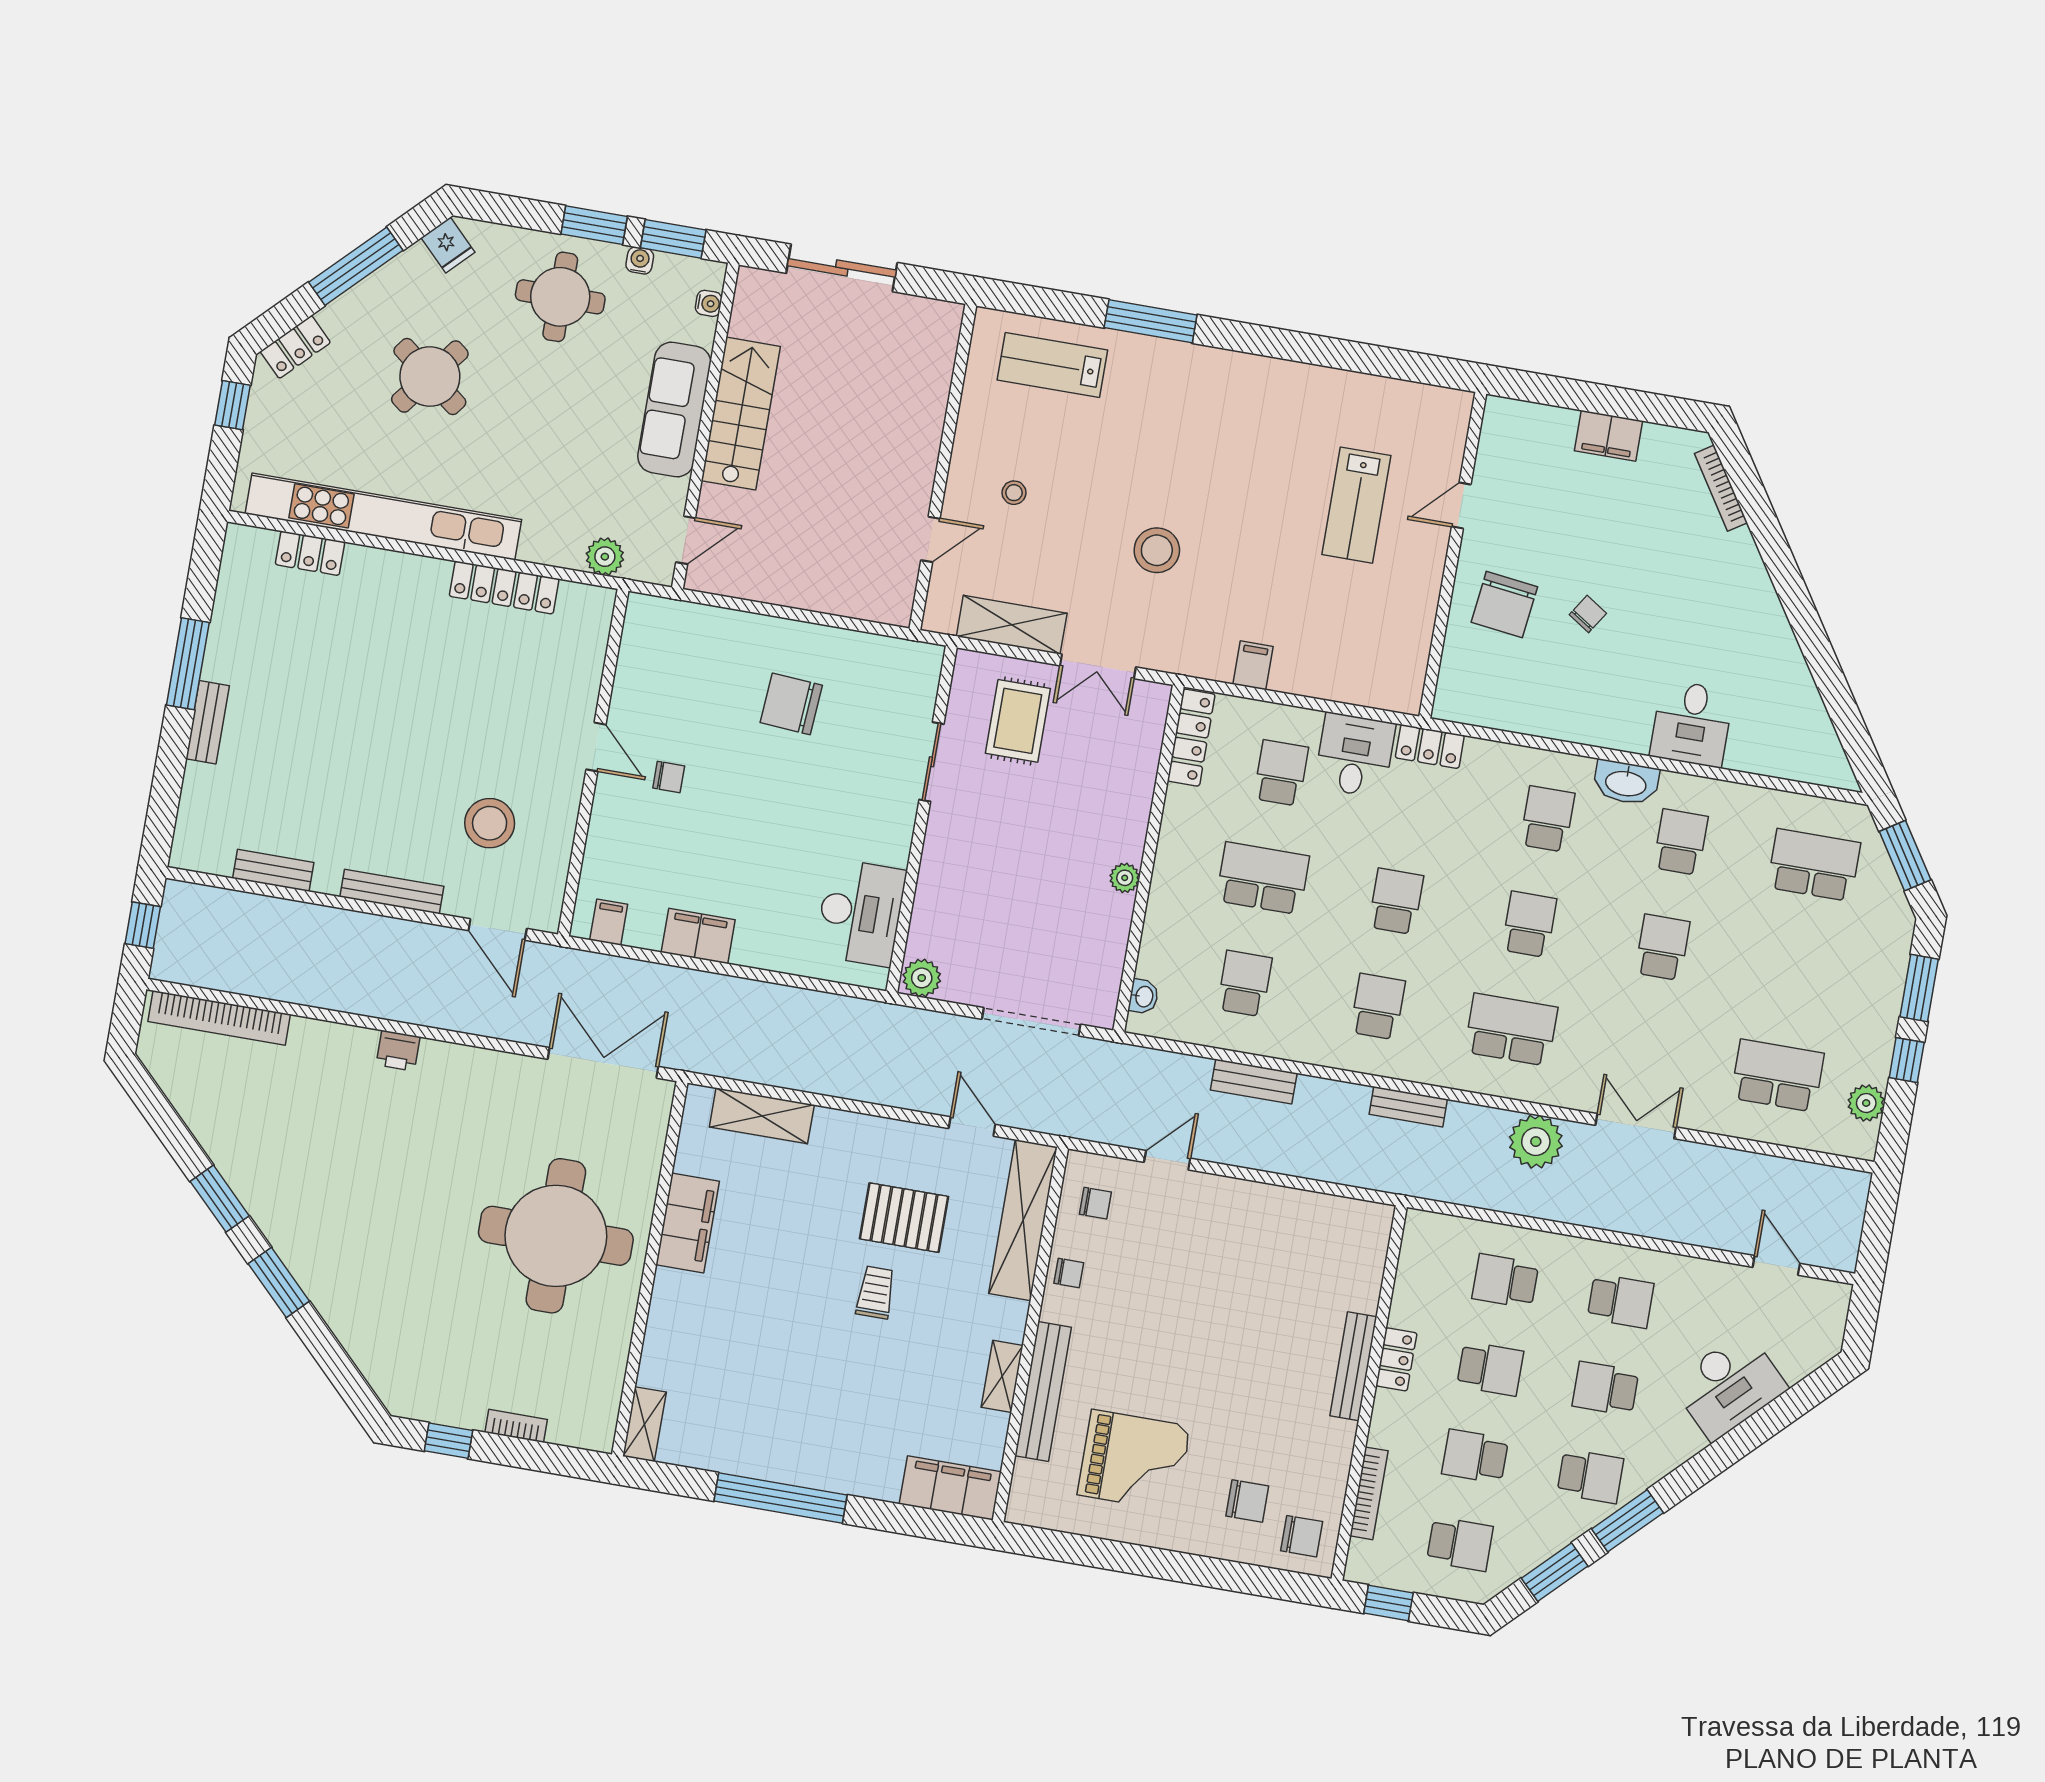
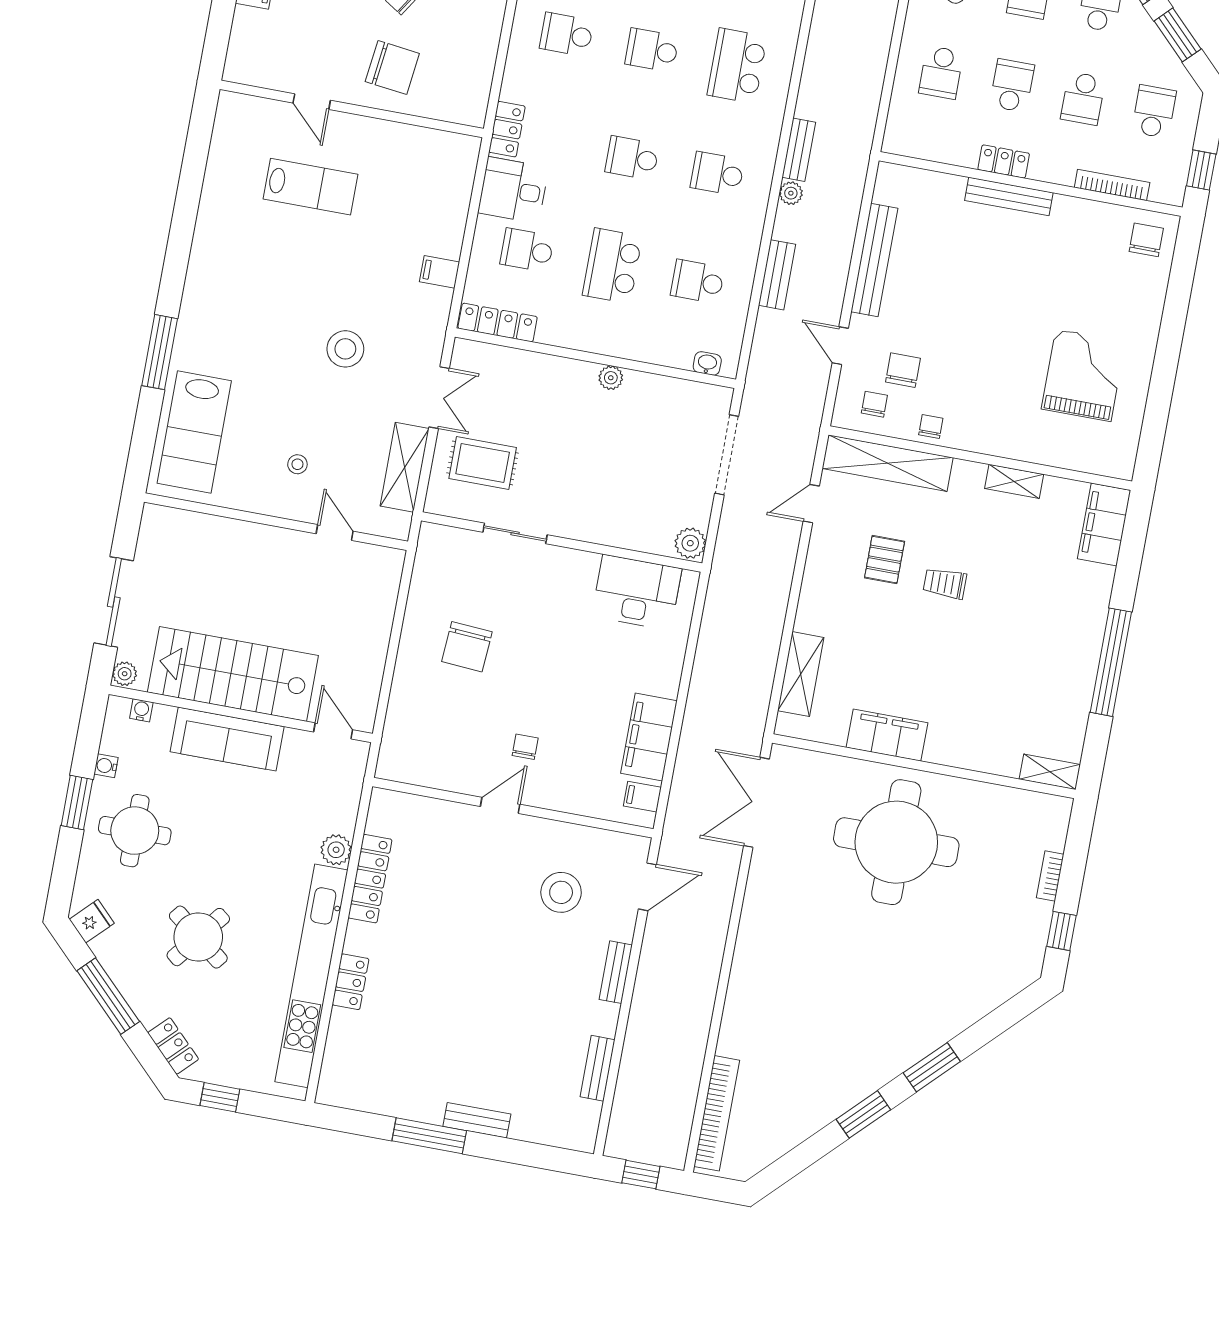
window: (673, 239) -> (89, 738), removed
plant: (754, 282) -> (125, 674), added
lab bench: (1052, 365) -> (194, 432), width x1.36, depth x1.39
stairs: (741, 414) -> (233, 674), width x1.36, depth x1.51
locker: (310, 553) -> (351, 982), moved
plant: (605, 557) -> (336, 850), moved
bench: (392, 892) -> (616, 972), width x0.73
filing cabinet: (698, 936) -> (649, 737), width x1.50, depth x1.17
printer: (398, 1051) -> (745, 969), removed
plant: (1536, 1142) -> (791, 193), moved, width x0.53, depth x0.53
pallet: (904, 1218) -> (885, 560), width x0.67, depth x0.71
bench: (1043, 1391) -> (874, 260), moved, turned 90
chair: (1247, 1501) -> (903, 370), moved

